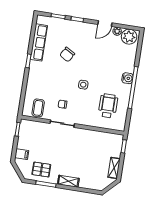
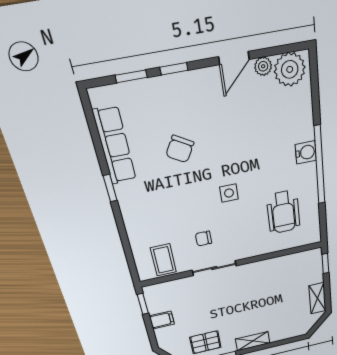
wheelchair: (108, 106) -> (283, 212), turned 180
filing cabinet: (22, 154) -> (162, 320), moved

